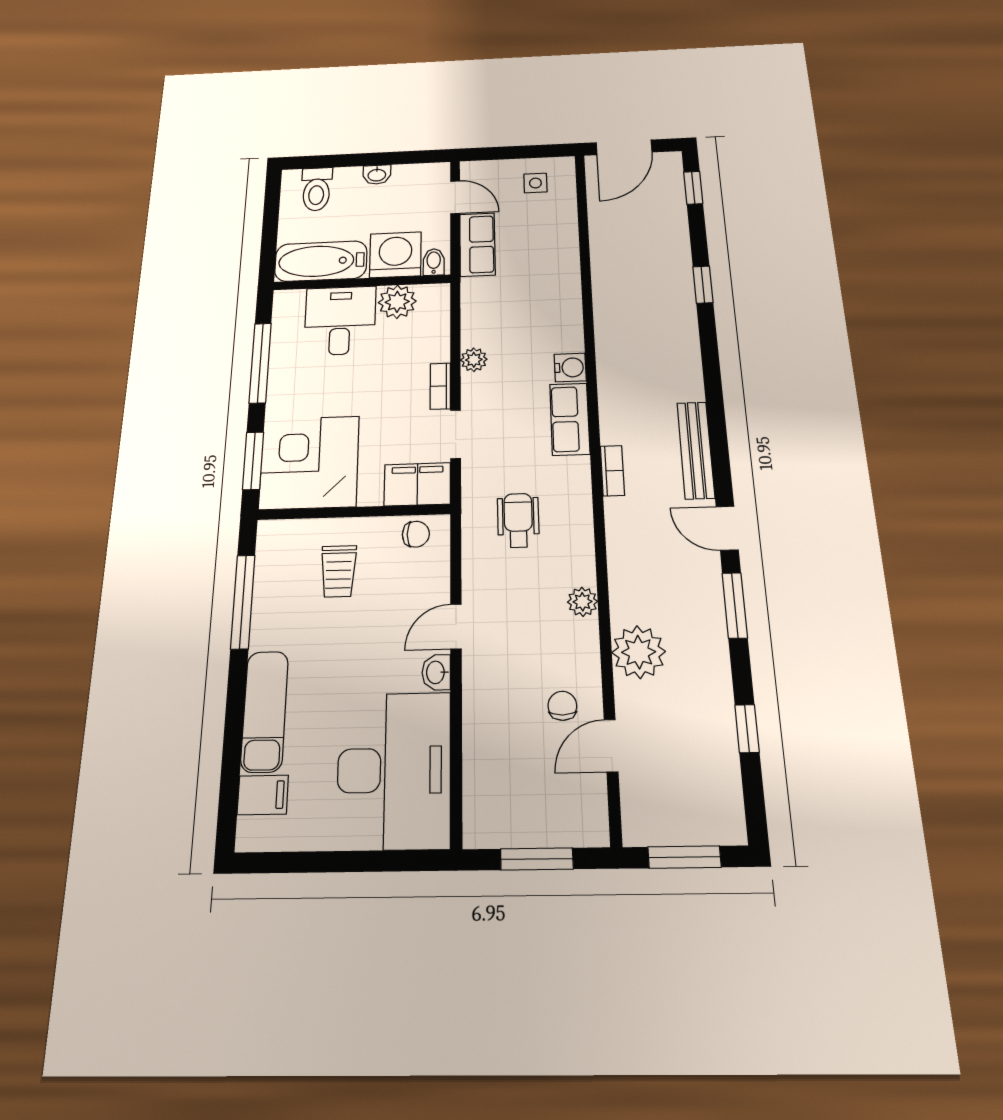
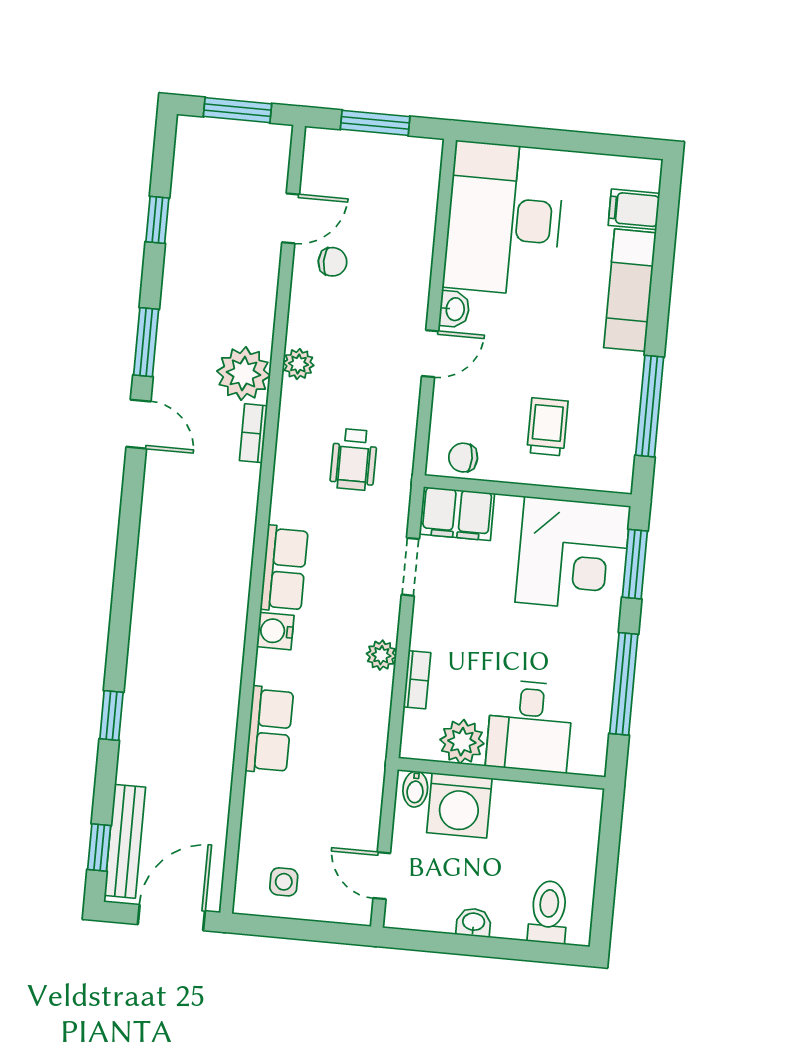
row of seats: (477, 244) -> (269, 730), moved, turned 180
bathtub: (321, 261) -> (548, 809), removed
bookcase: (440, 386) -> (417, 680), moved
bench: (696, 450) -> (125, 841), moved
bookcase: (612, 471) -> (253, 433), moved
plant: (639, 652) -> (244, 373), moved
chair: (562, 706) -> (333, 262), turned -90

